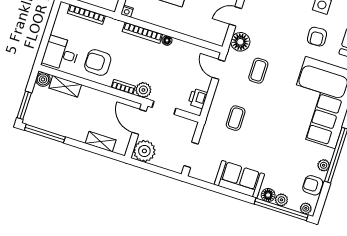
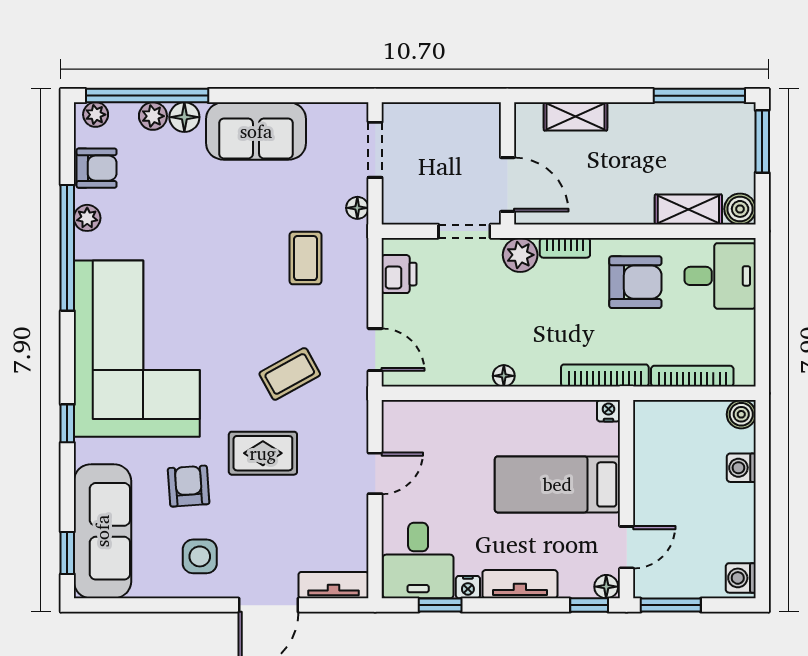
bookcase: (142, 33) -> (605, 376), moved
rug: (281, 40) -> (263, 453), added
floor lamp: (240, 42) -> (357, 208), moved, width x0.53, depth x0.53
coffee table: (258, 71) -> (290, 374), turned 61
plant: (144, 151) -> (477, 126), removed

